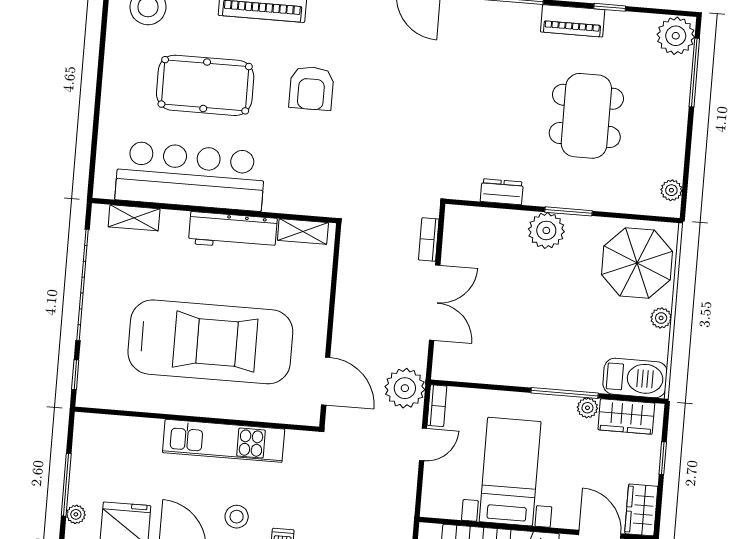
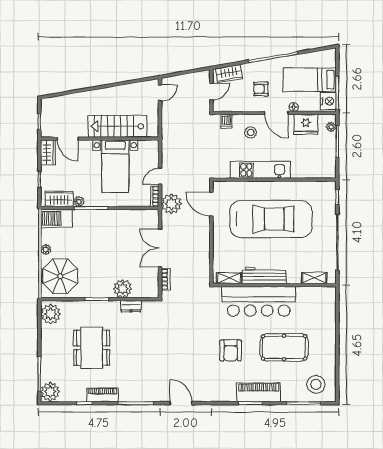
armchair: (311, 88) -> (231, 350), turned 180
bar counter: (190, 176) -> (259, 301), moved
plant: (671, 190) -> (51, 314), width x1.87, depth x1.87
plant: (546, 230) -> (123, 289), moved
car: (210, 342) -> (271, 219), turned 180

